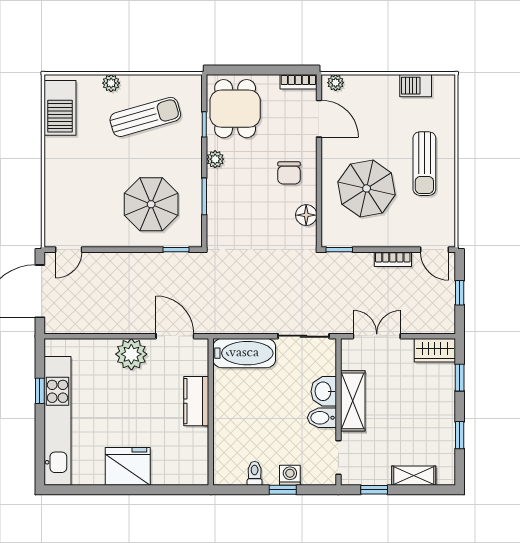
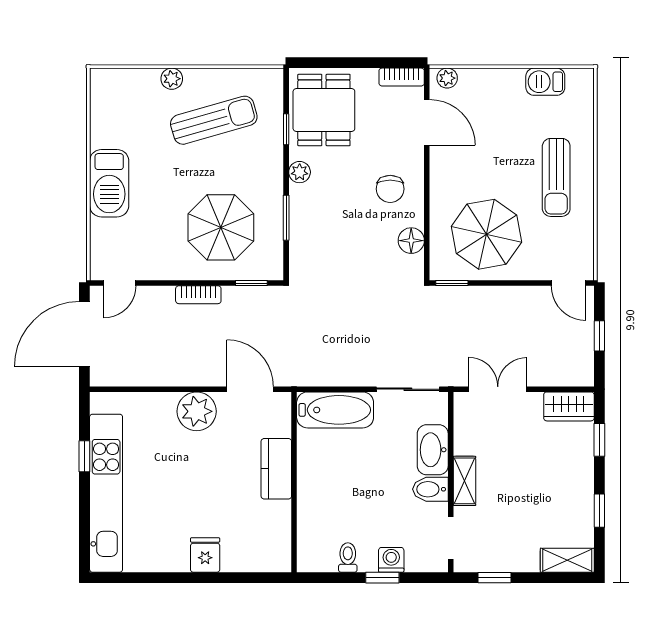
barbecue: (60, 108) -> (109, 183), moved
parasol: (367, 188) -> (486, 234), moved
bookcase: (393, 259) -> (198, 295), moved
washbasin: (324, 391) -> (433, 450), width x1.38
shelving: (353, 401) -> (464, 481), width x0.67, depth x0.75
fridge: (128, 466) -> (205, 555), width x0.53, depth x0.75
shelving: (414, 476) -> (567, 560), moved

